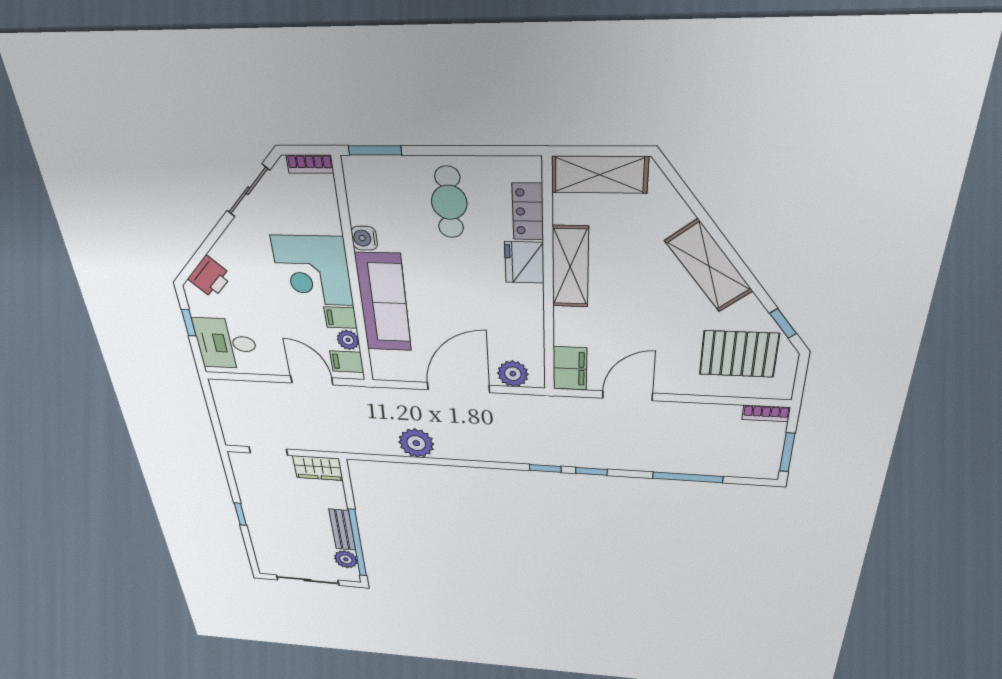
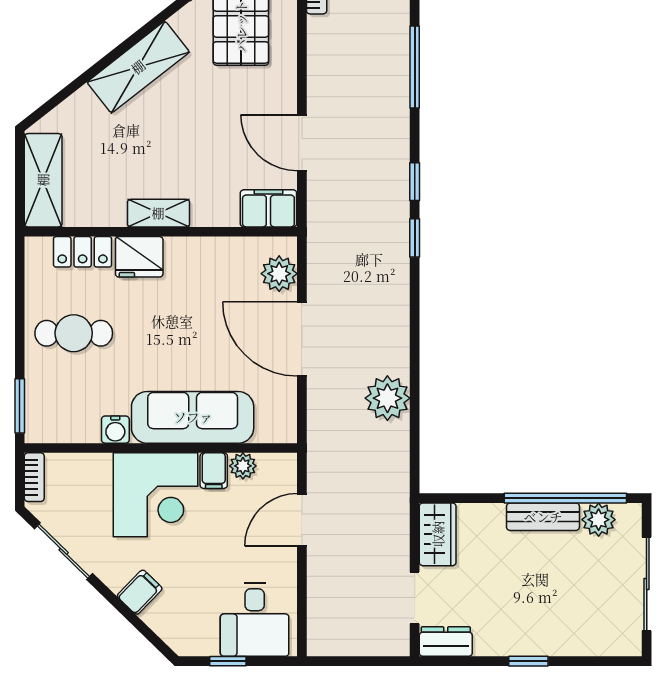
shelving: (570, 267) -> (158, 213), width x0.67, depth x0.75
printer: (210, 277) -> (167, 620), removed
filing cabinet: (347, 362) -> (140, 592), moved, turned -136
dresser: (241, 468) -> (446, 642), added

